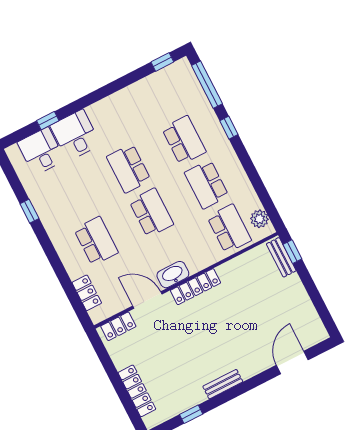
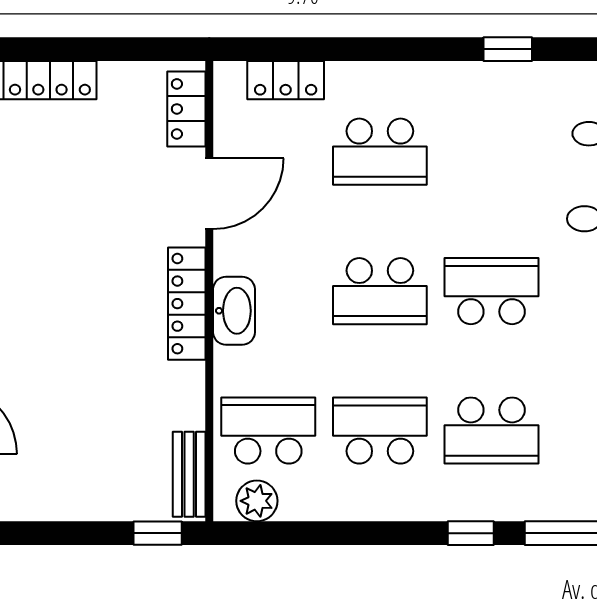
school desk: (229, 229) -> (268, 431), turned 180
bench: (281, 257) -> (189, 474), moved, turned 90
washbasin: (173, 275) -> (234, 311), moved

